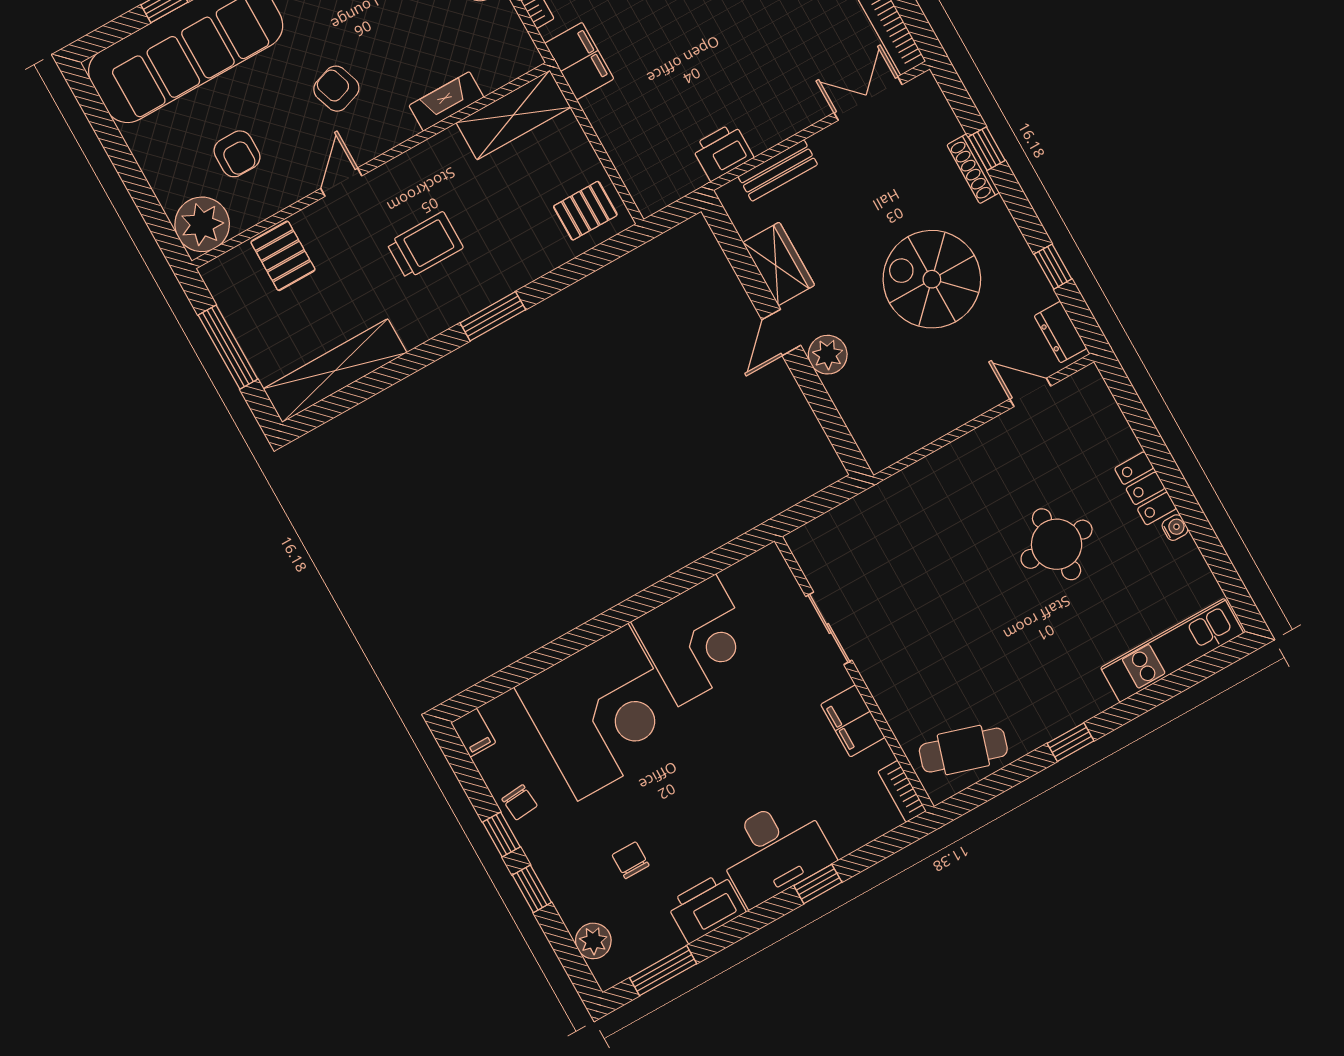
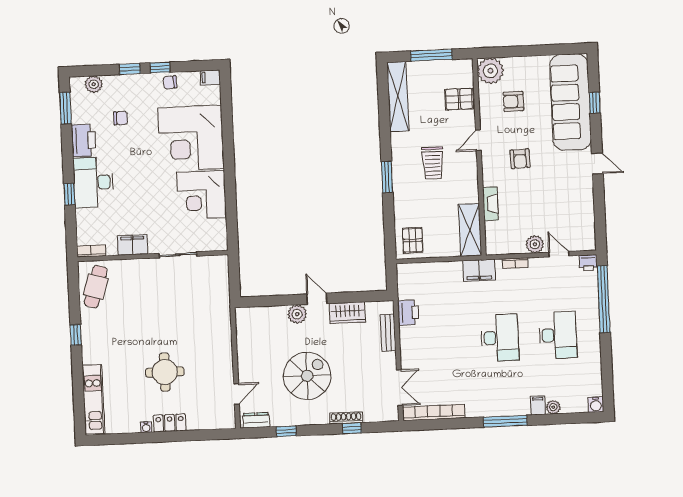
armchair: (336, 89) -> (520, 159), turned 107
door: (341, 182) -> (478, 140), swing flipped

